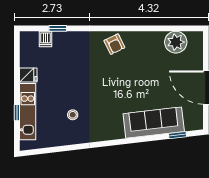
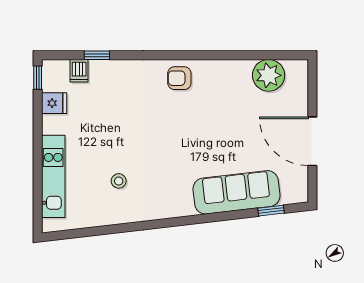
armchair: (114, 44) -> (179, 78), turned 116
fridge: (28, 75) -> (54, 103), moved
window: (17, 113) -> (38, 78), moved

